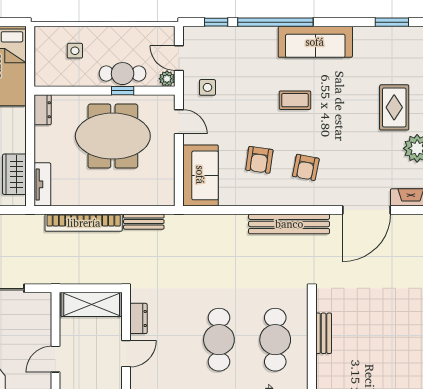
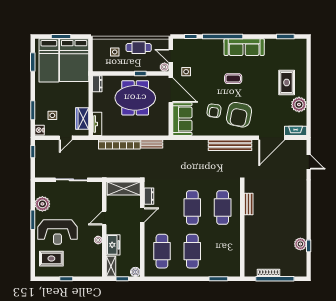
cafe table: (123, 74) -> (139, 48), moved
door: (179, 122) -> (171, 90), width x1.87
armchair: (306, 167) -> (239, 115), width x1.88, depth x1.88

